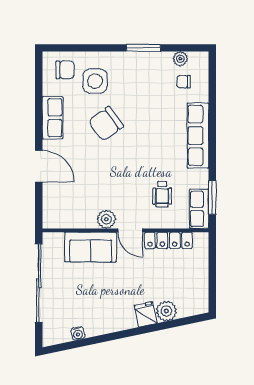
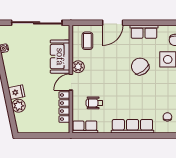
window: (212, 197) -> (92, 135), removed
coffee table: (66, 205) -> (87, 41), added

